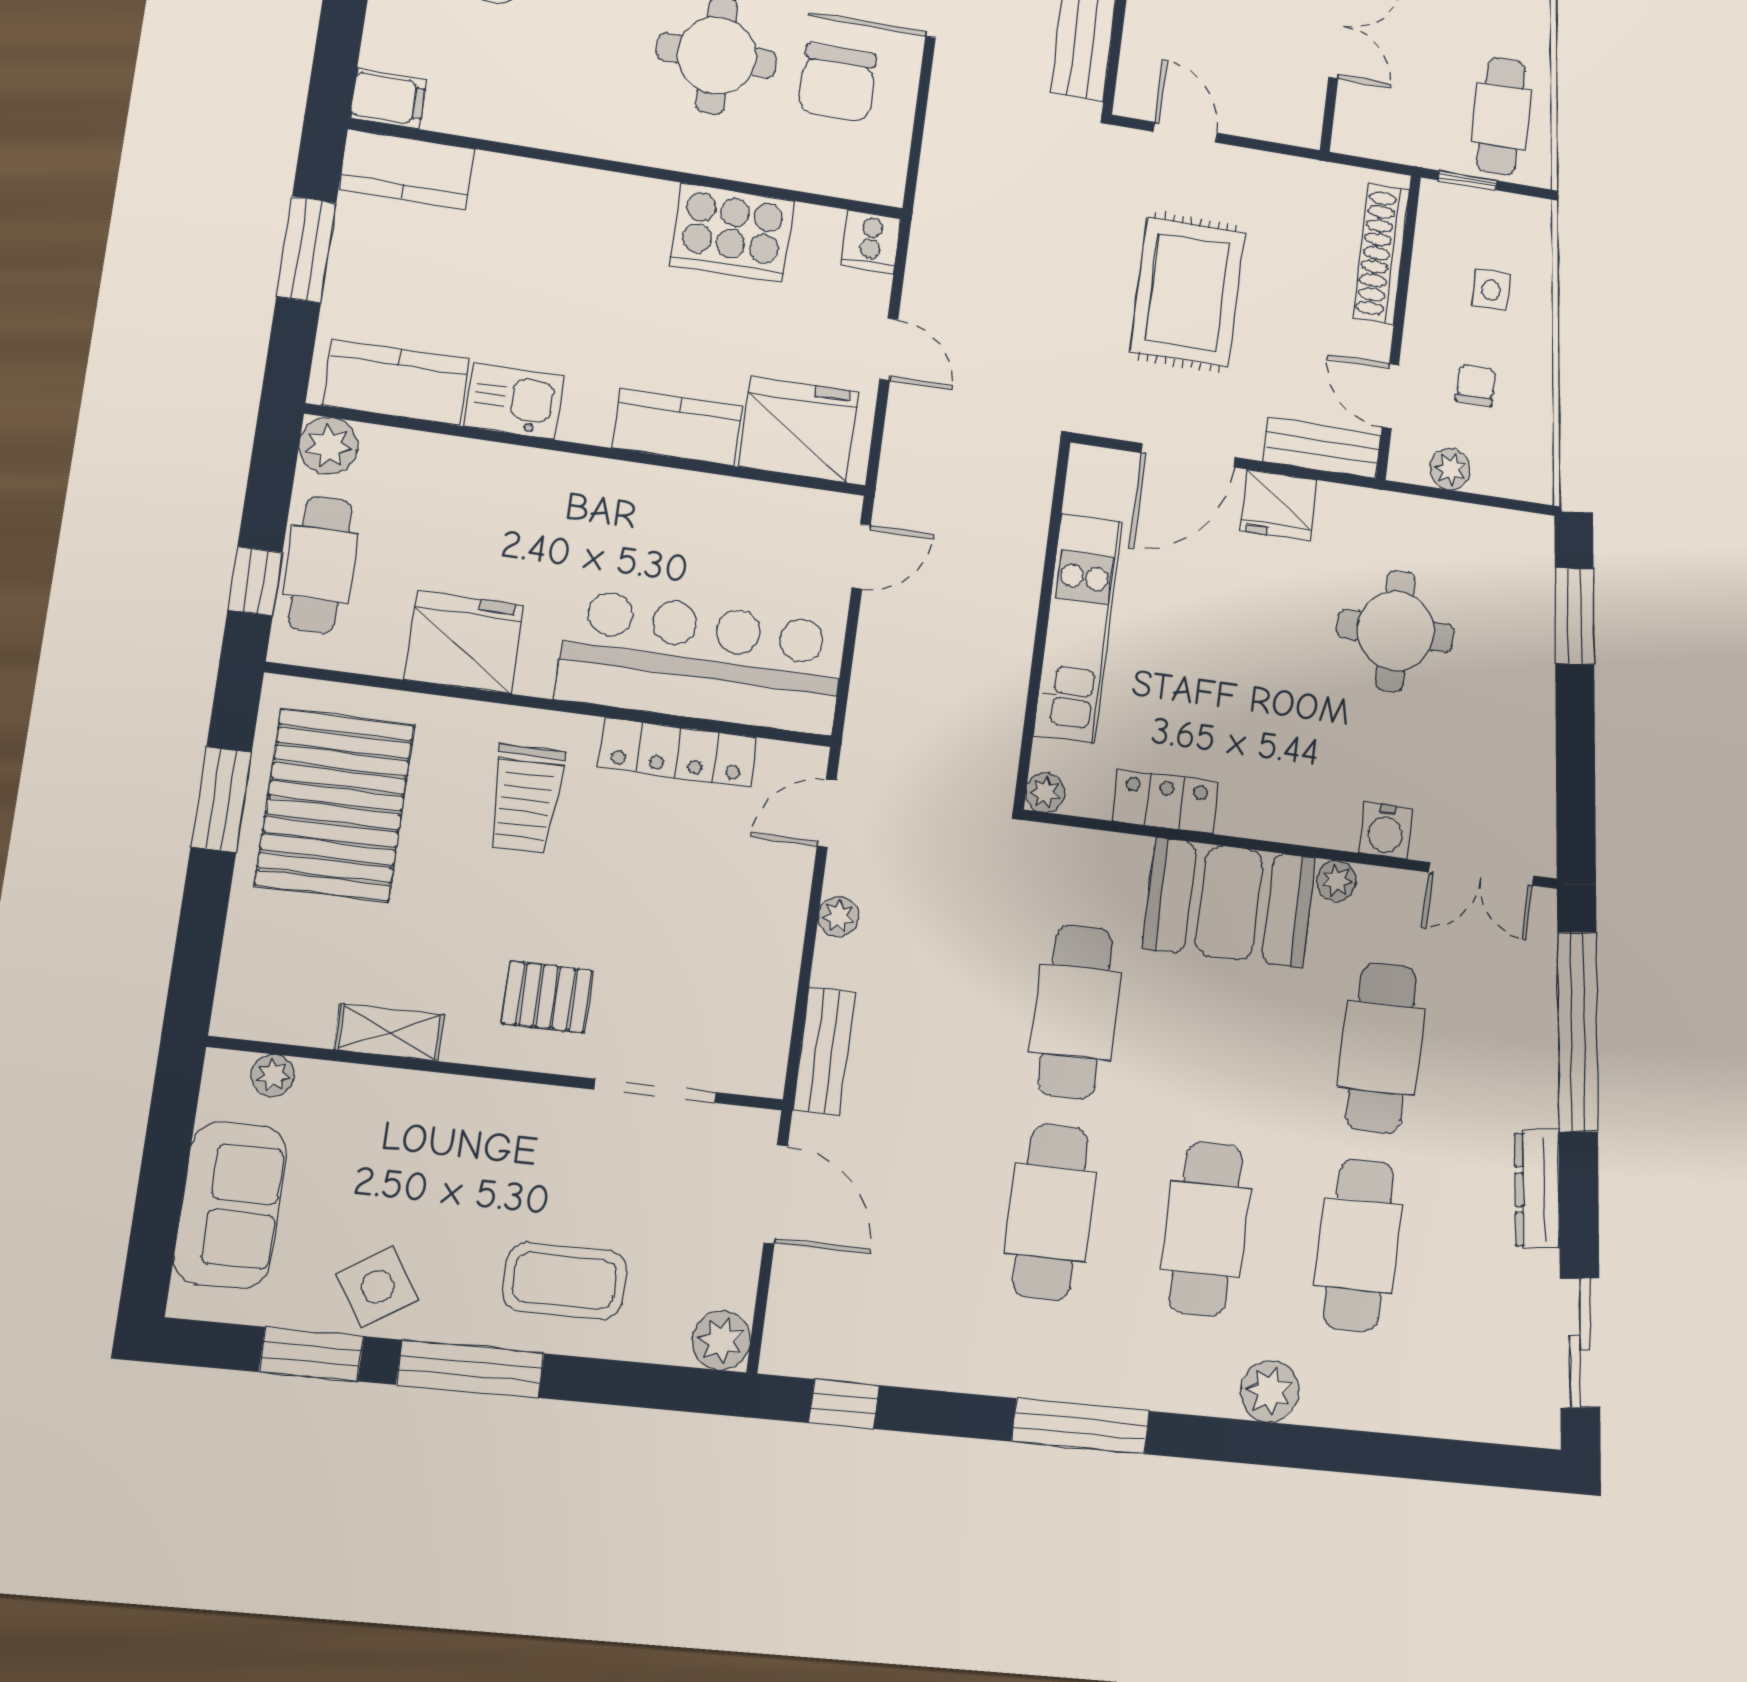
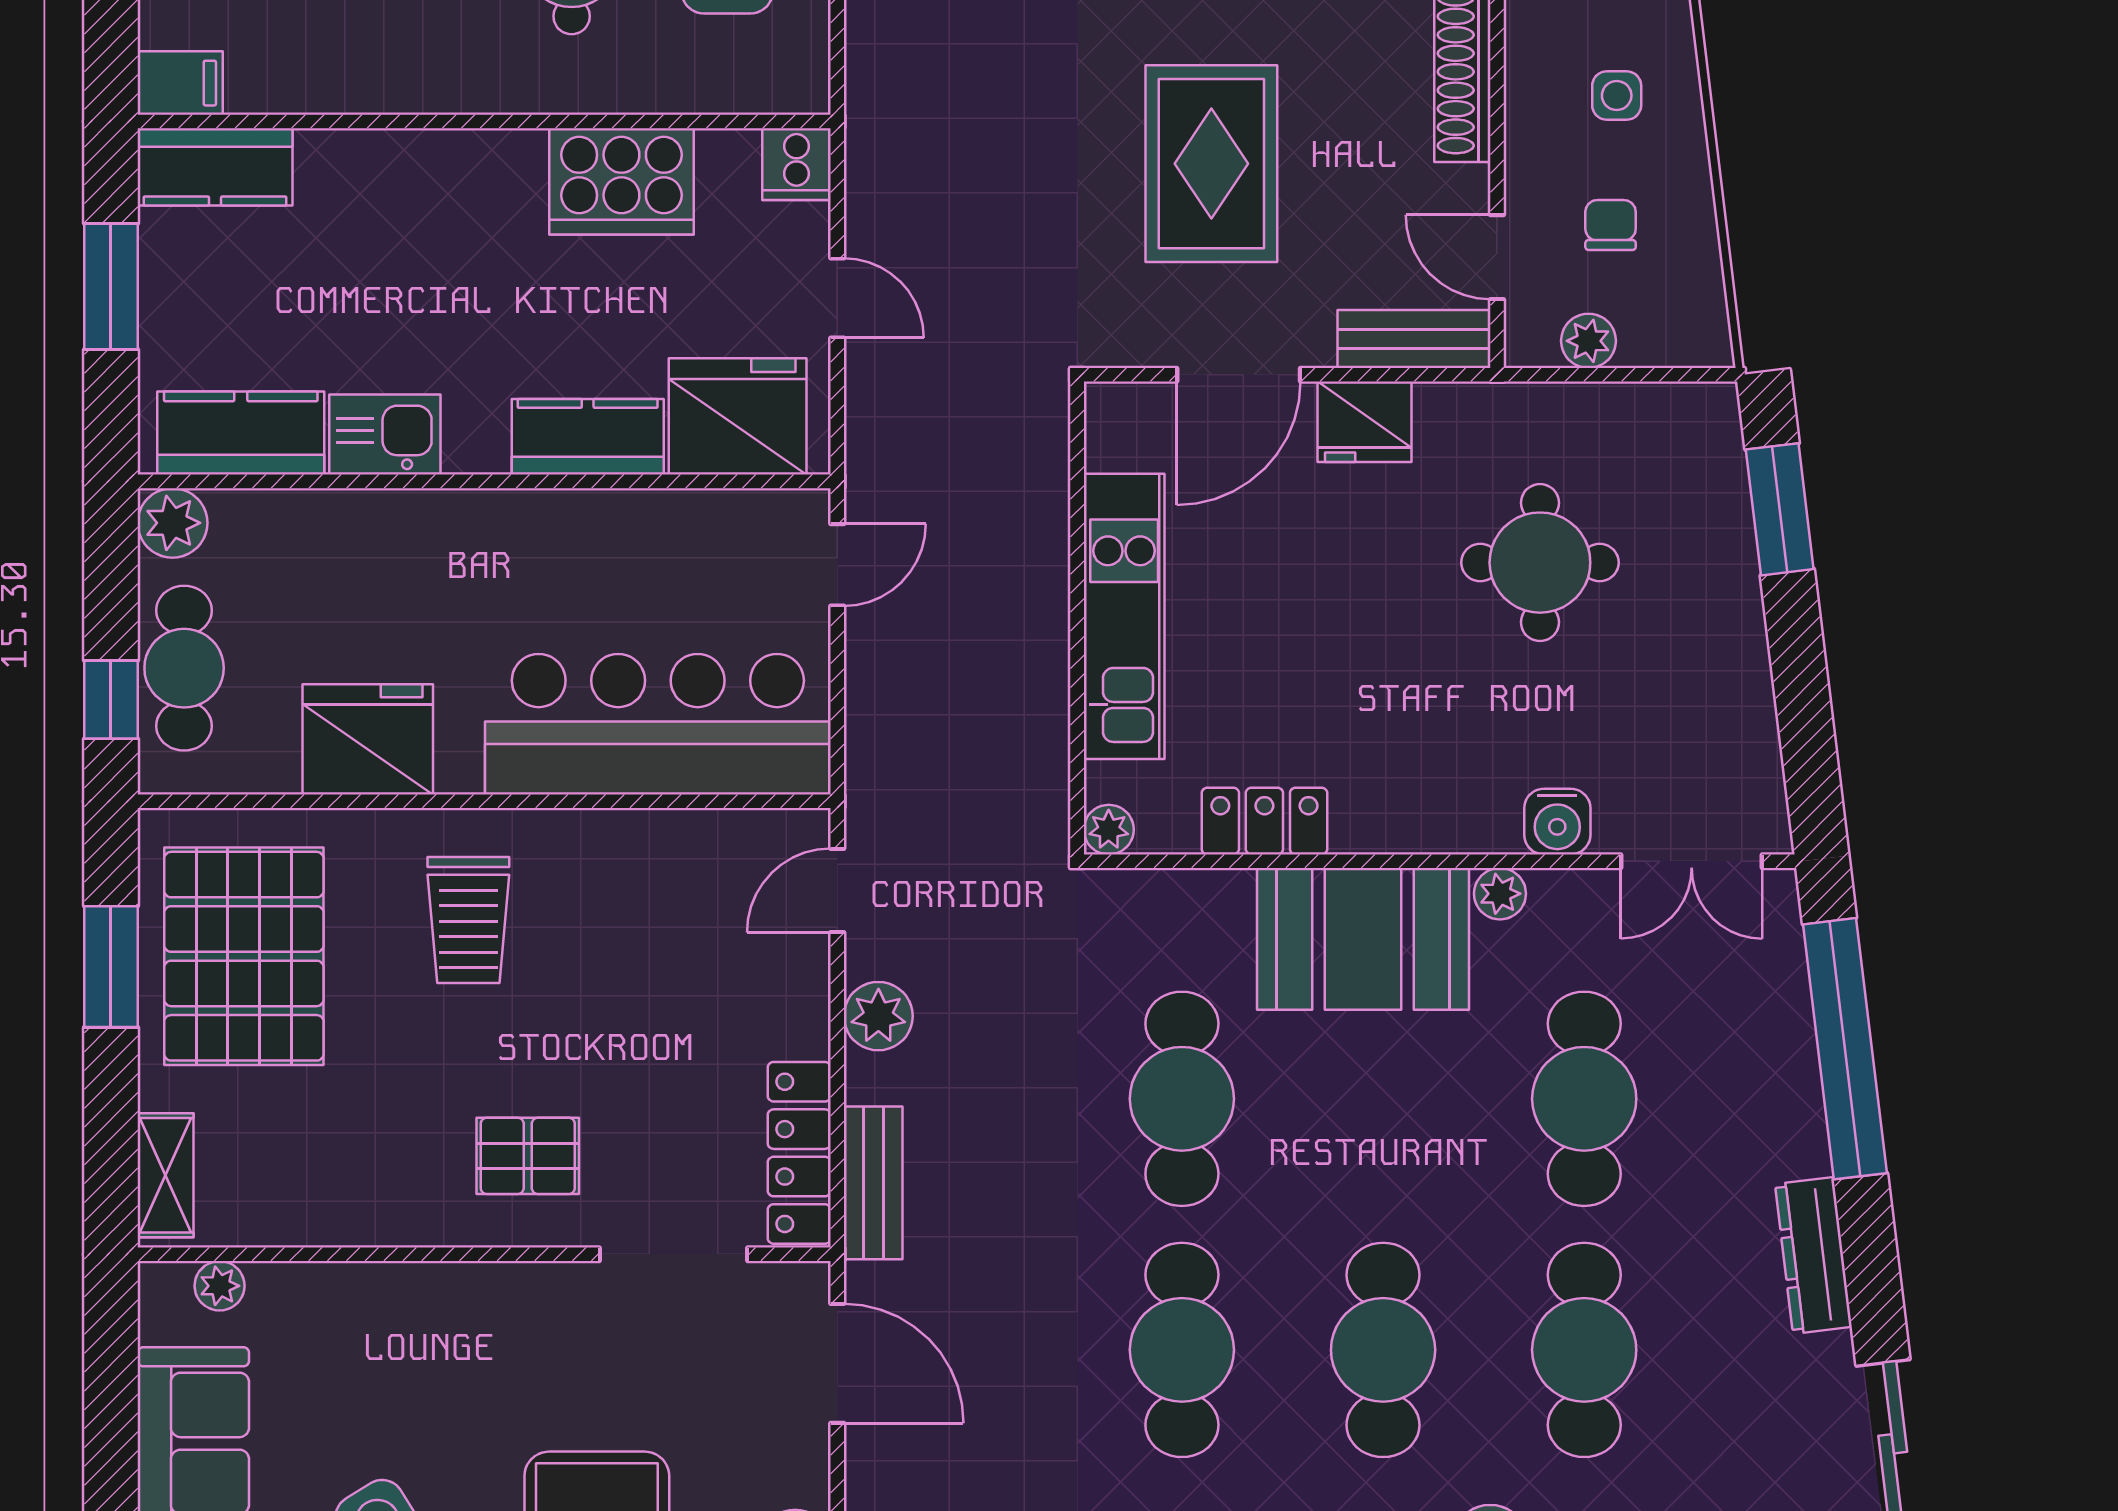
locker: (678, 752) -> (799, 1153), moved, turned 90
plant: (838, 916) -> (878, 1016), width x1.38, depth x1.38
shelving: (389, 1032) -> (166, 1175), moved, turned 90

